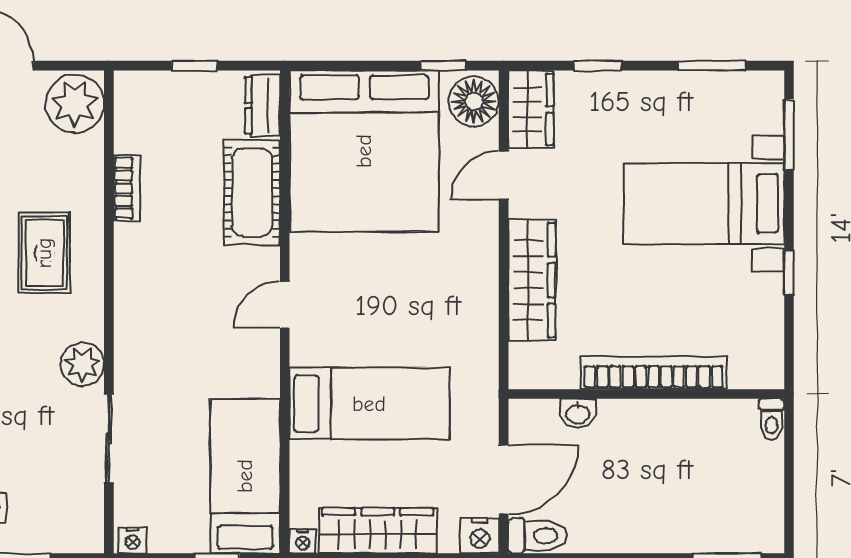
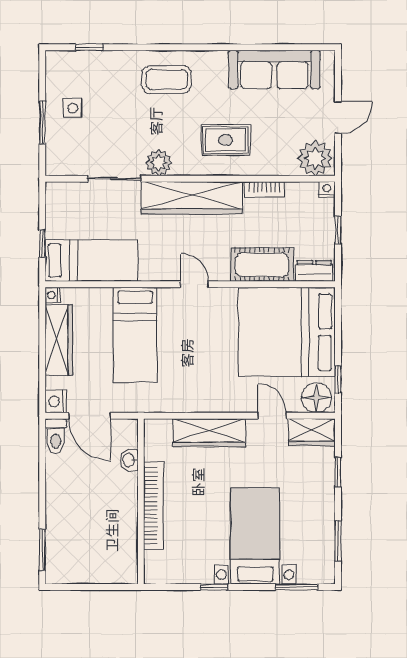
wardrobe: (141, 309) -> (192, 198), added
toilet: (772, 419) -> (126, 577), removed
nightstand: (133, 540) -> (327, 189), moved, turned 90

